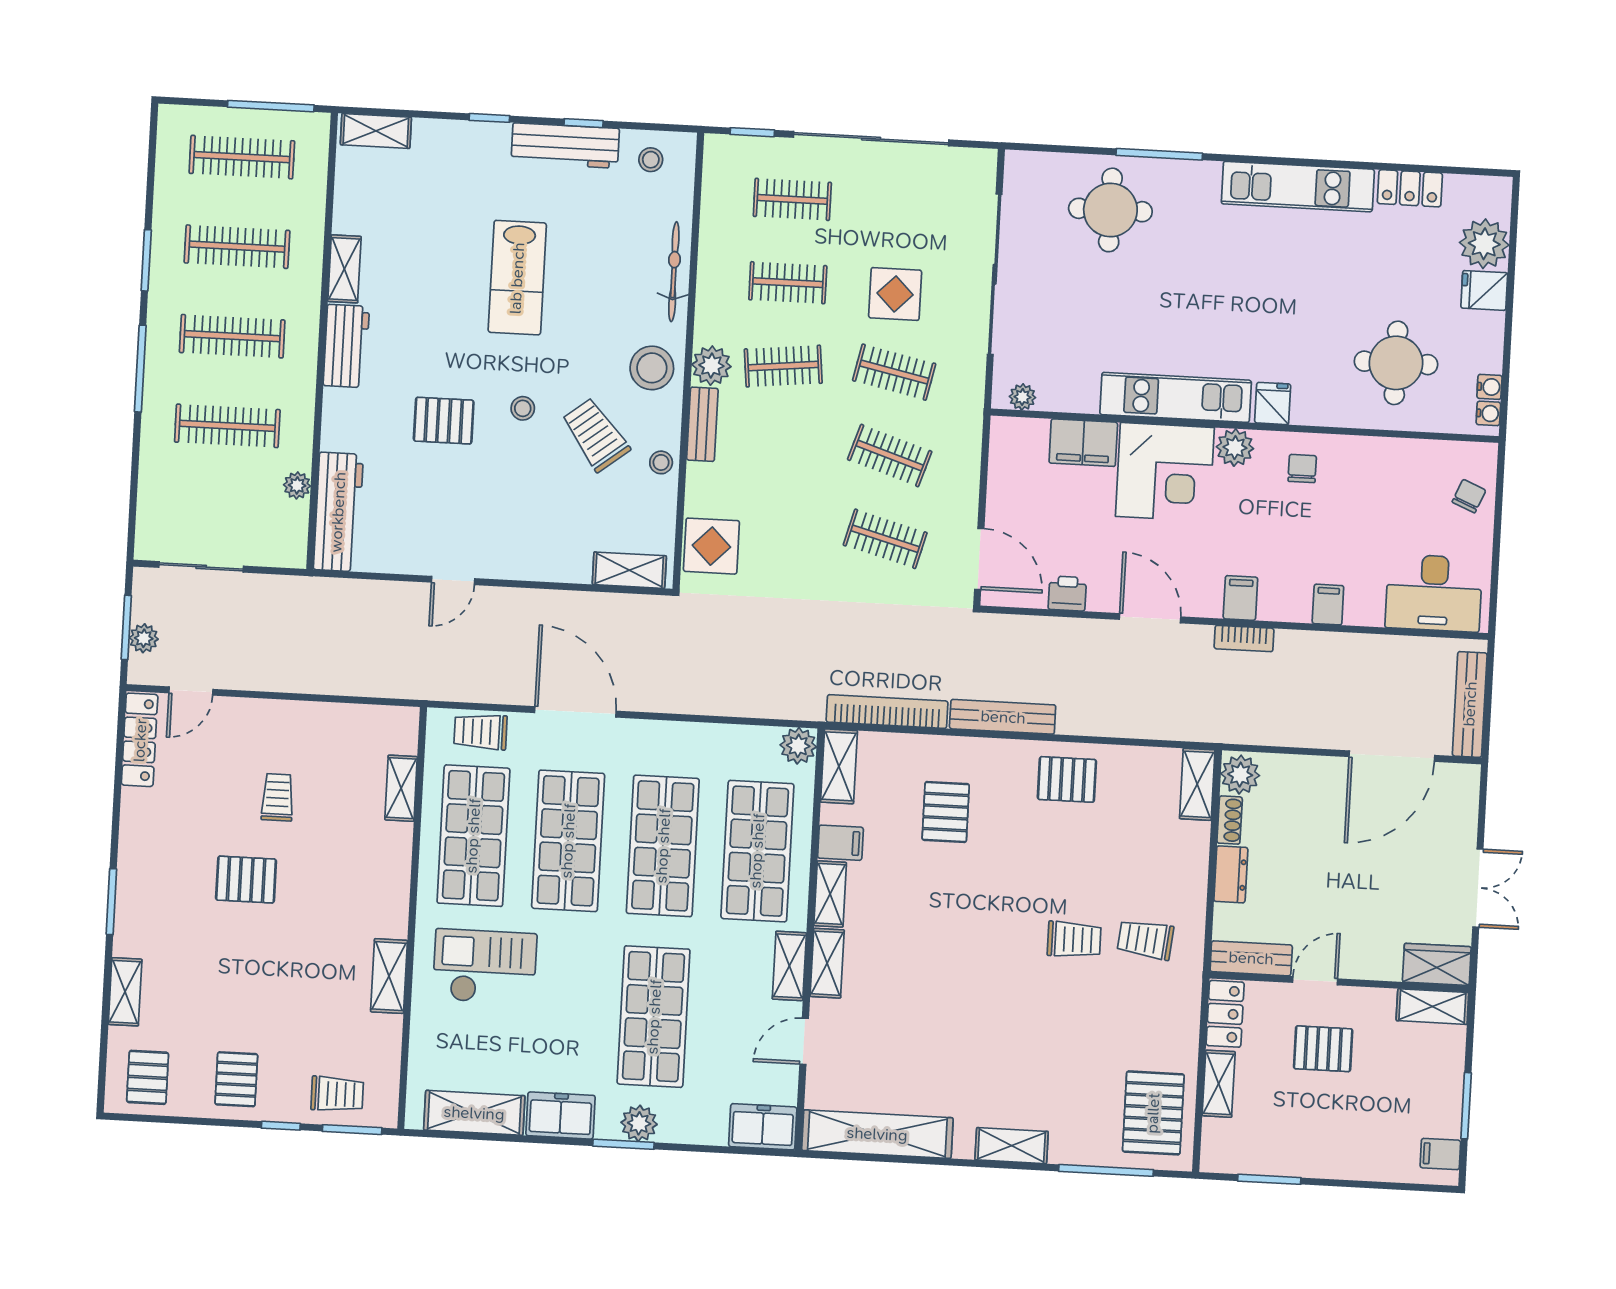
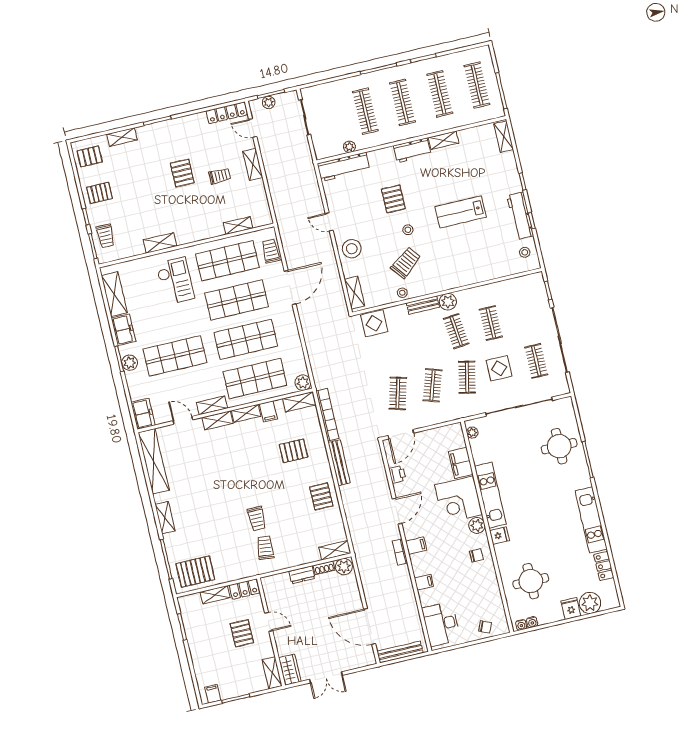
clothes rail: (792, 199) -> (536, 361), moved
bicycle: (674, 272) -> (482, 275), removed
stool: (652, 368) -> (352, 249), moved
shelving: (273, 715) -> (253, 164), added
bench: (1251, 958) -> (270, 593), removed

